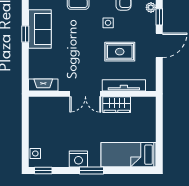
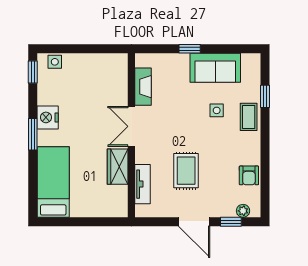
side table: (108, 23) -> (217, 110), moved
window: (25, 34) -> (190, 49), moved
fireplace: (43, 85) -> (143, 87), moved
tv unit: (124, 85) -> (143, 184), width x0.71

